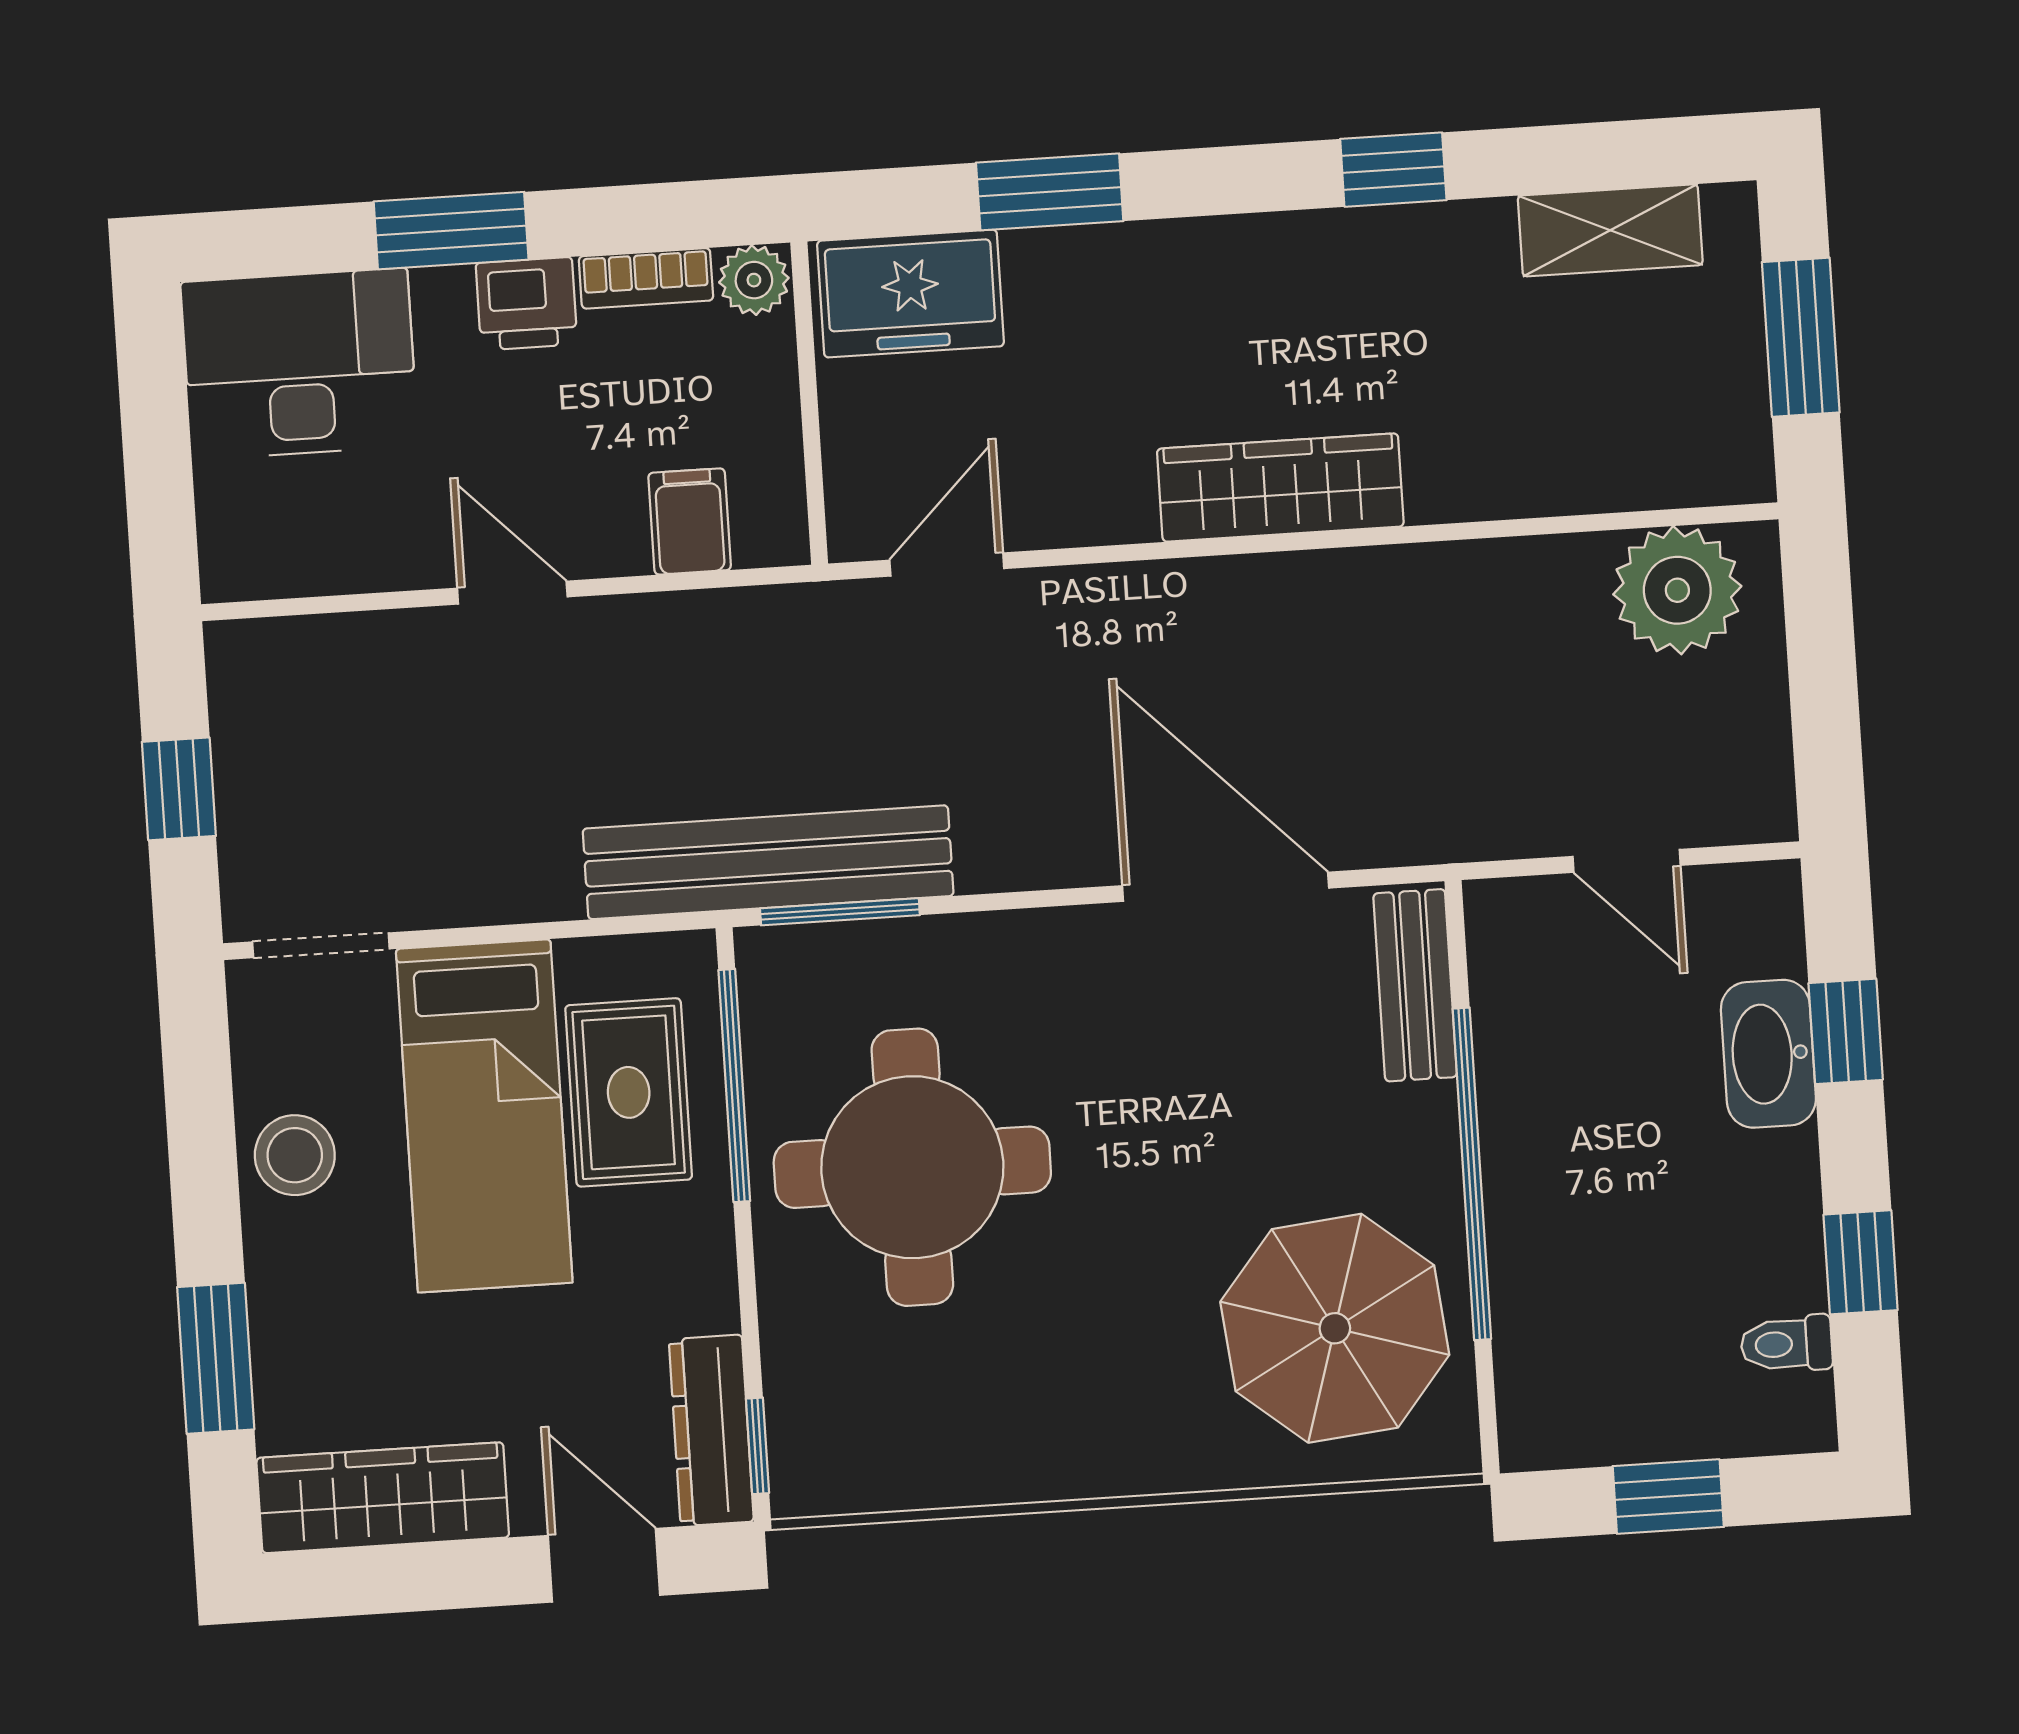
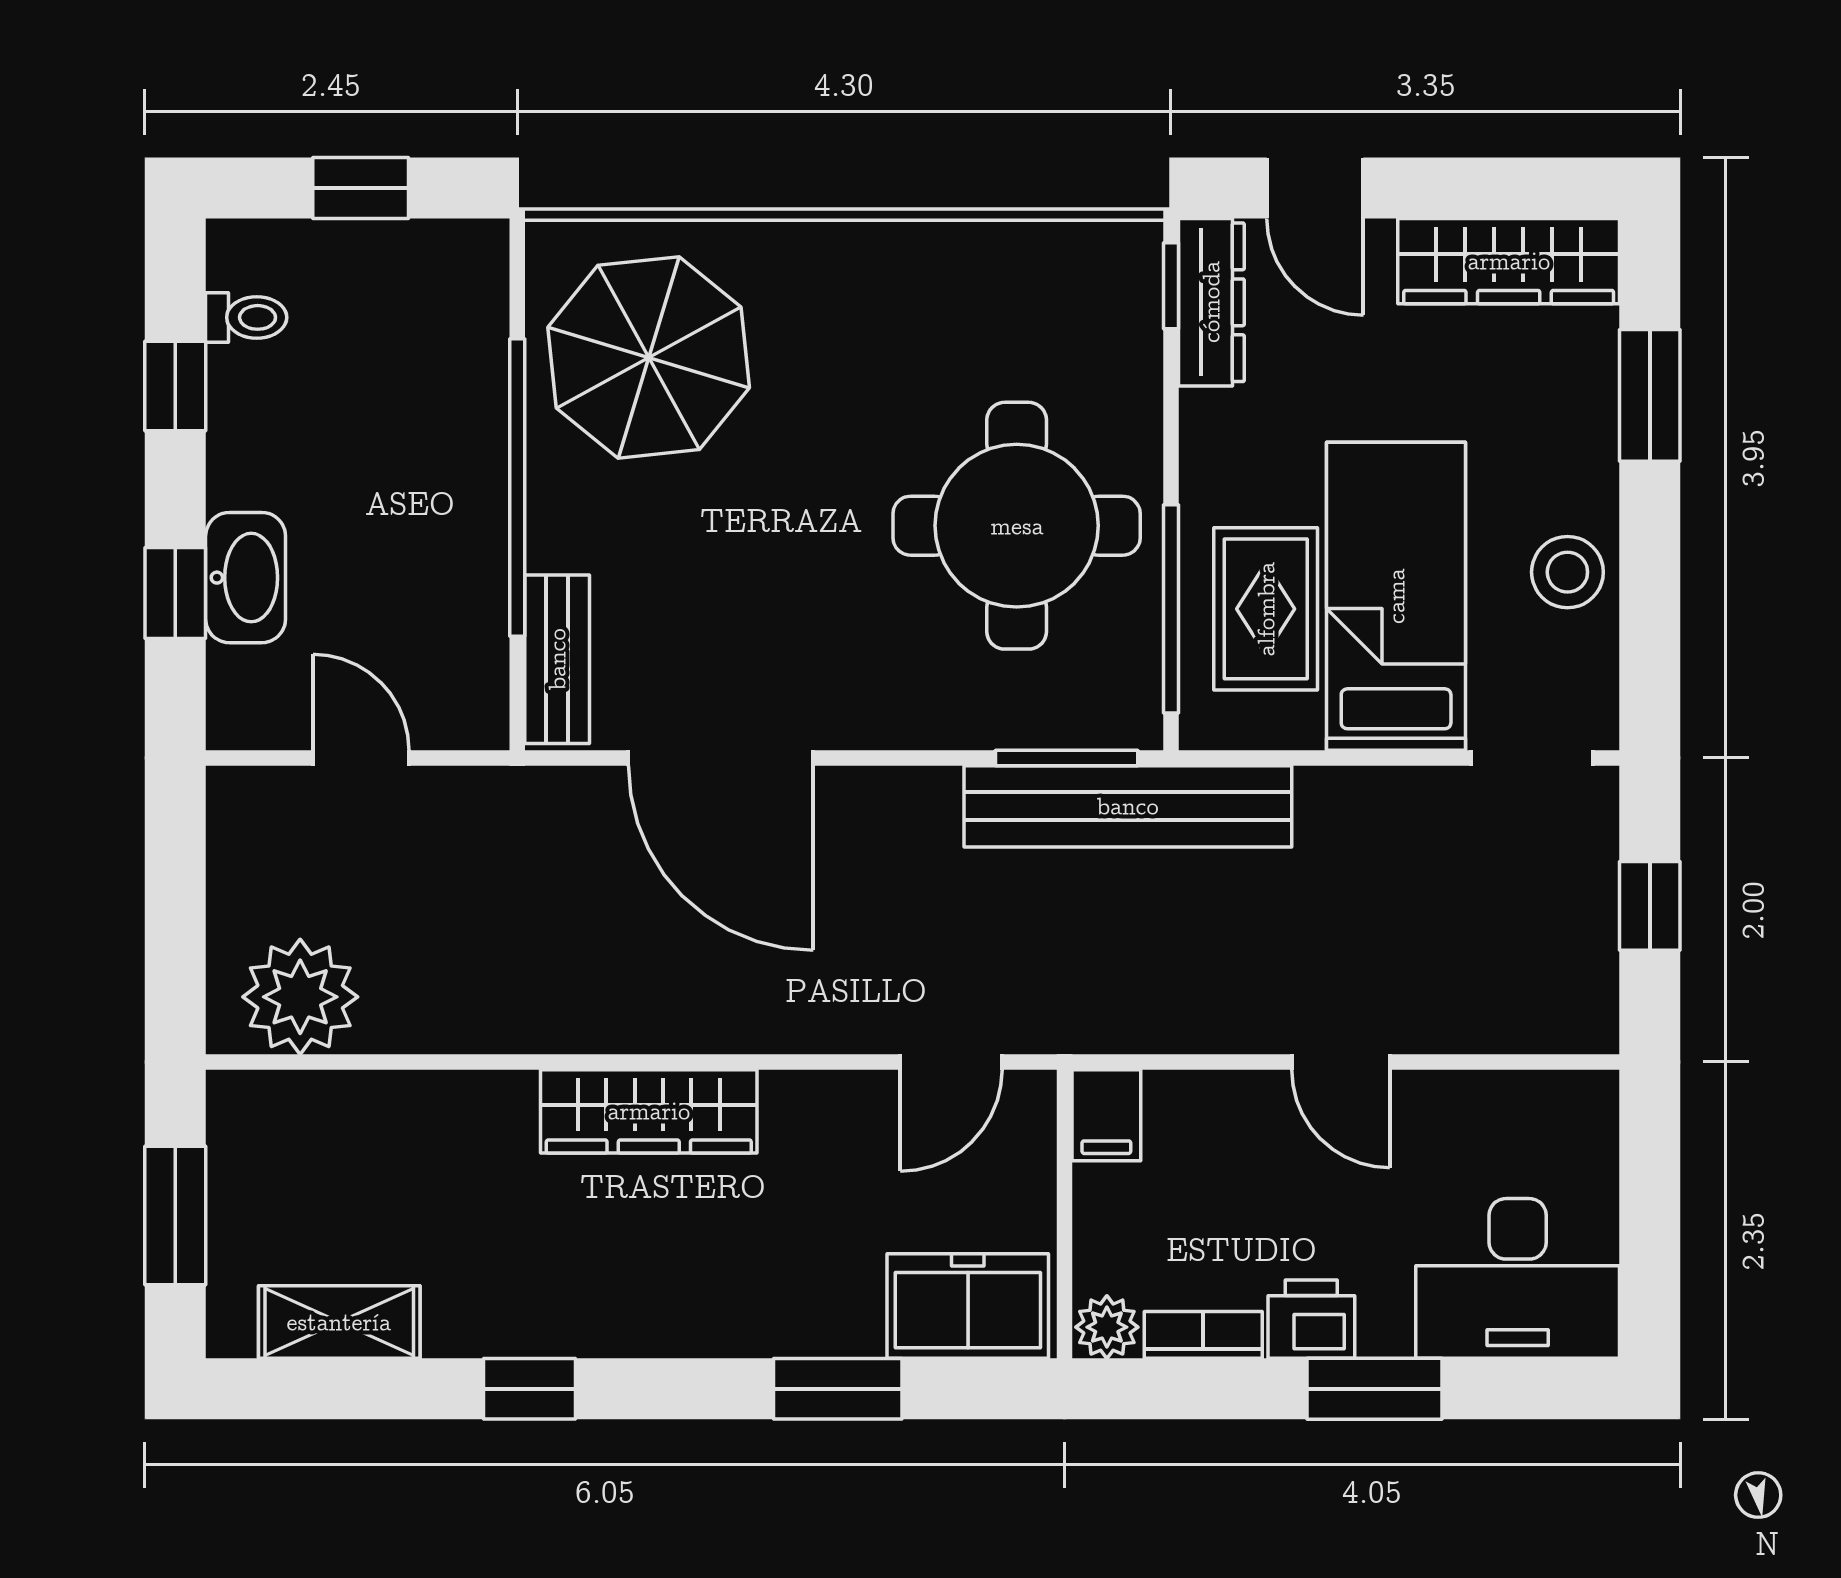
filing cabinet: (690, 521) -> (1106, 1115), moved

